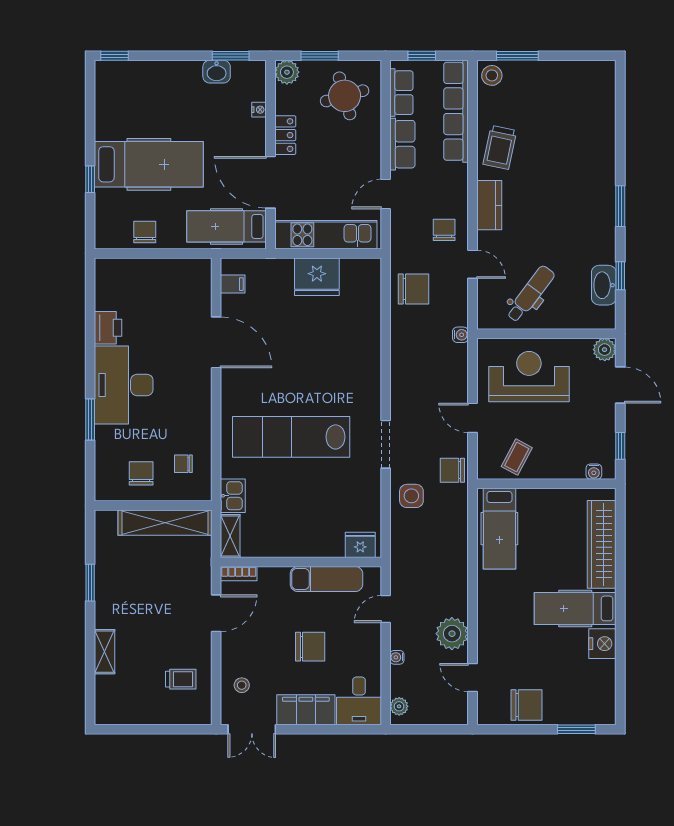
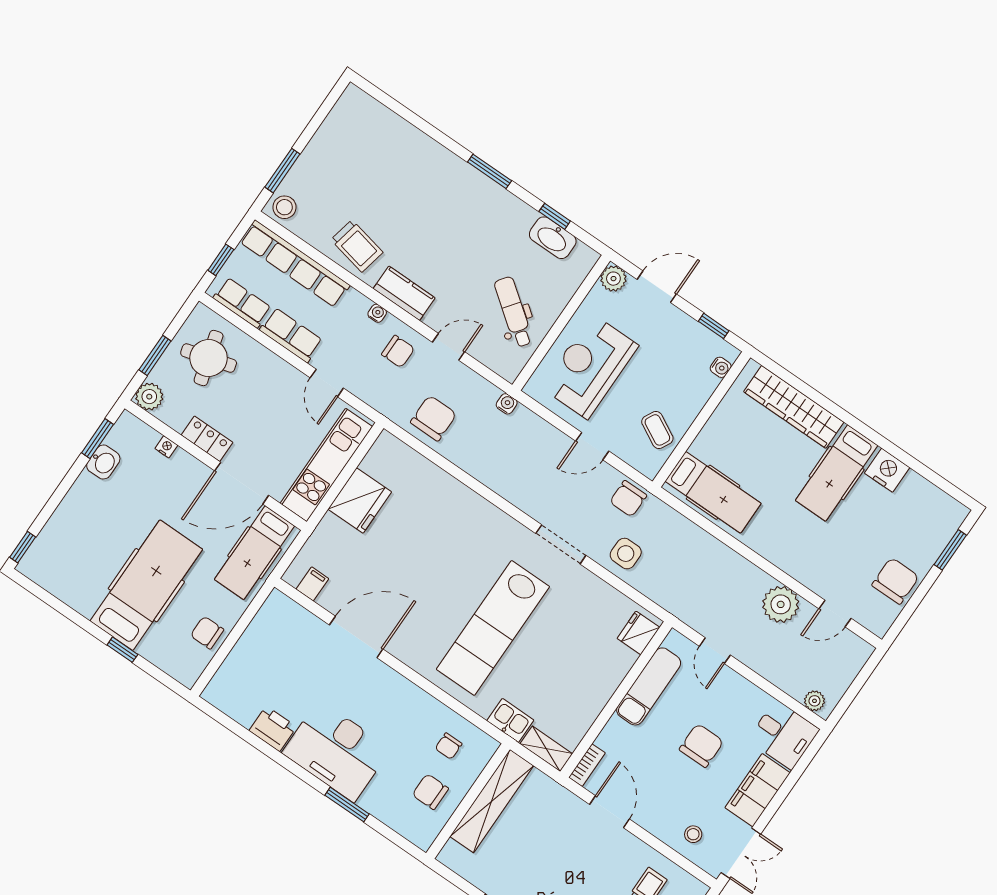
chair: (444, 230) -> (398, 351), turned 180
water cooler: (397, 657) -> (377, 313), moved, turned 180

